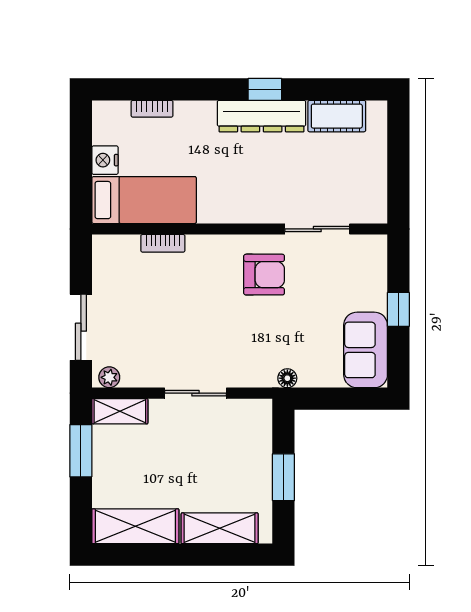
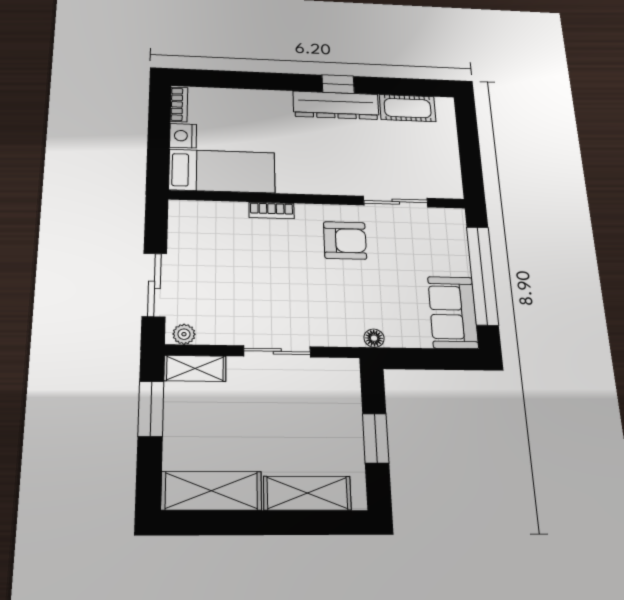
bookcase: (152, 109) -> (179, 104), moved, turned -90
bookcase: (163, 243) -> (272, 210), moved
window: (398, 309) -> (482, 275), width x3.17

